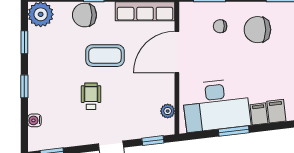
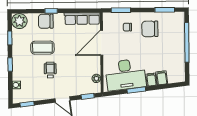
coffee table: (105, 56) -> (42, 48), moved

